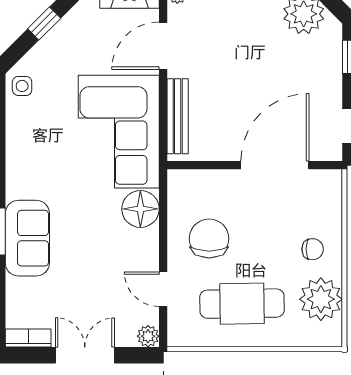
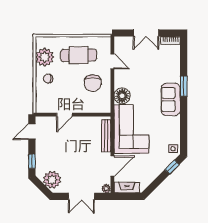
window: (44, 23) -> (172, 167), moved
door: (275, 165) -> (64, 115), width x0.53
sofa: (27, 238) -> (171, 99), moved
plant: (148, 336) -> (119, 41), removed

